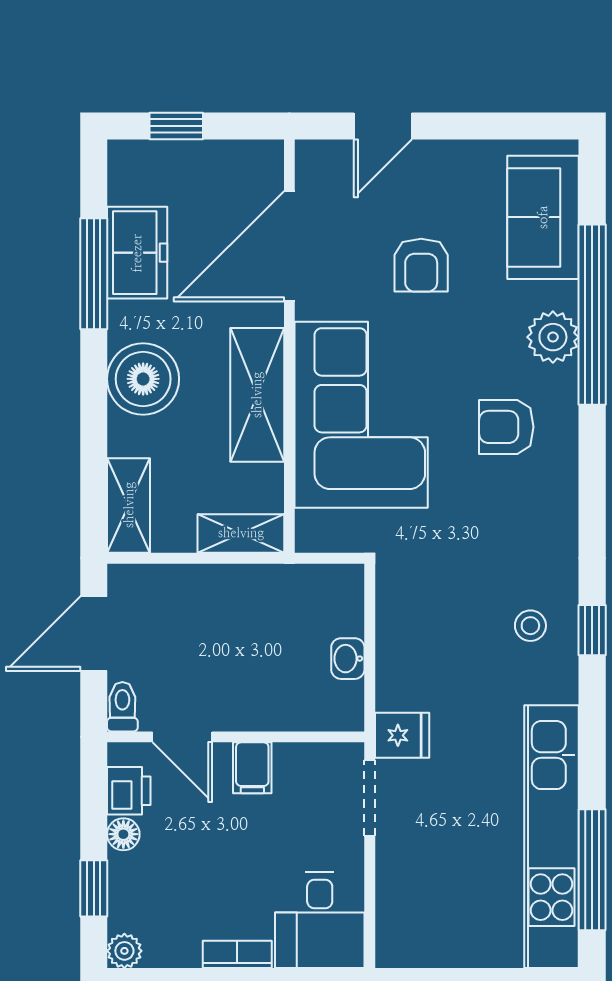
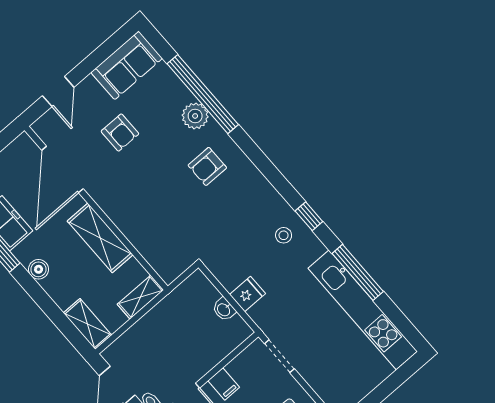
sofa: (543, 217) -> (127, 65), moved, turned -90
boiler: (143, 379) -> (39, 269), width x0.54, depth x0.54
corner sofa: (361, 415) -> (147, 211), removed
fridge: (402, 735) -> (247, 294), moved
window: (592, 870) -> (358, 272), moved

